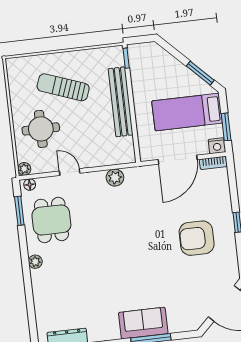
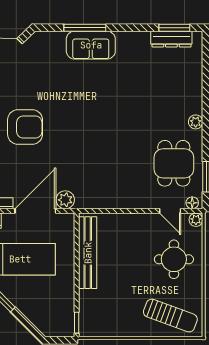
sun lounger: (63, 87) -> (170, 316), moved
bench: (121, 102) -> (88, 253), moved
door: (70, 172) -> (170, 211), moved
plant: (115, 178) -> (65, 200), moved

